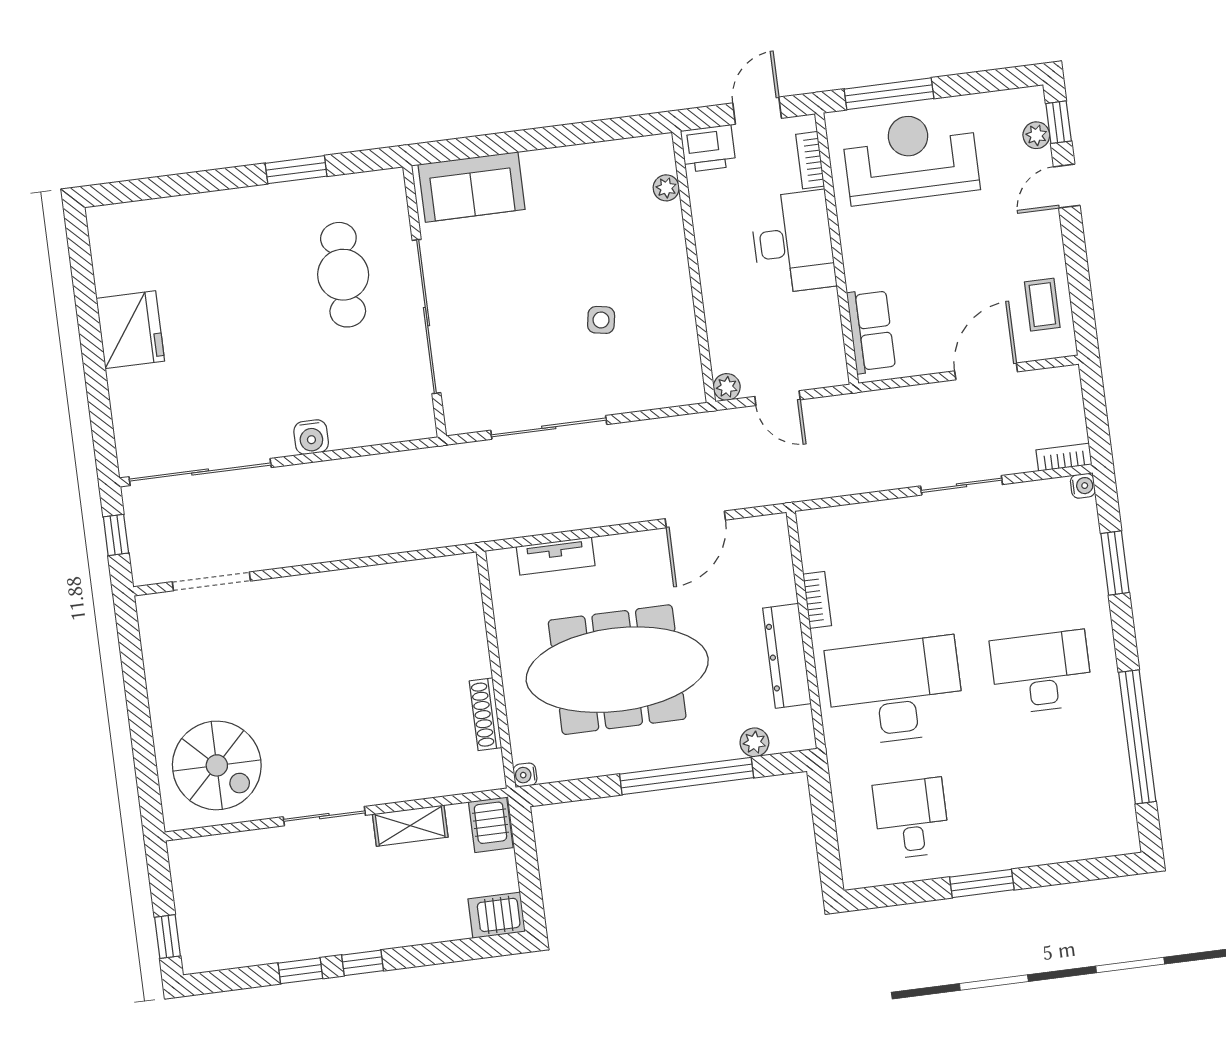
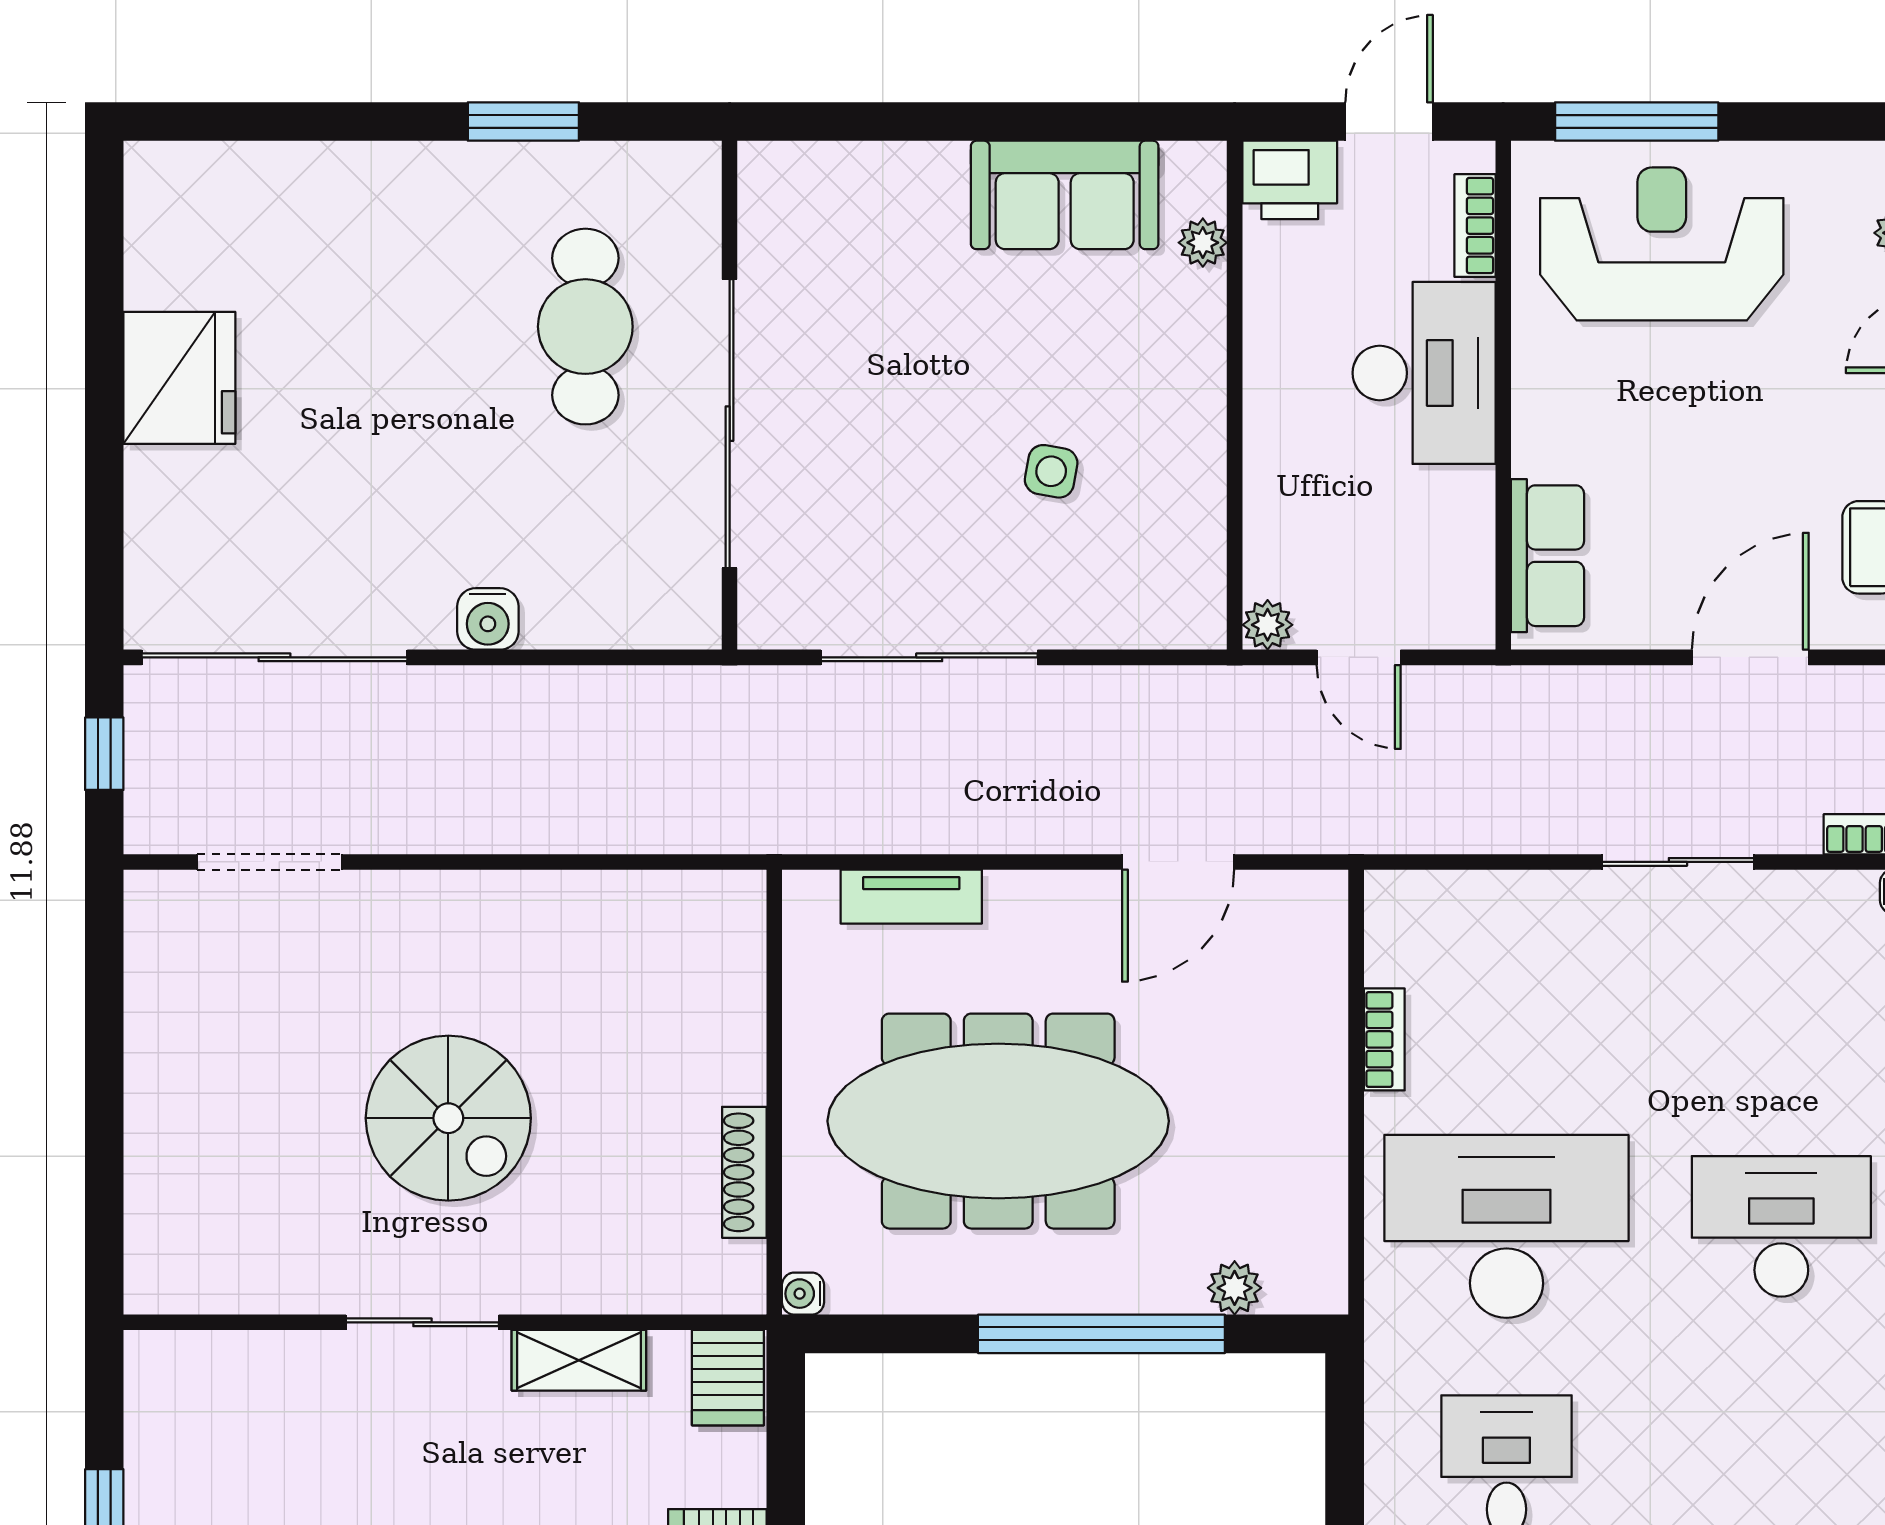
sofa: (472, 187) -> (1065, 195), moved
dresser: (787, 656) -> (1315, 1136), removed
spiral stairs: (217, 765) -> (448, 1118), moved

